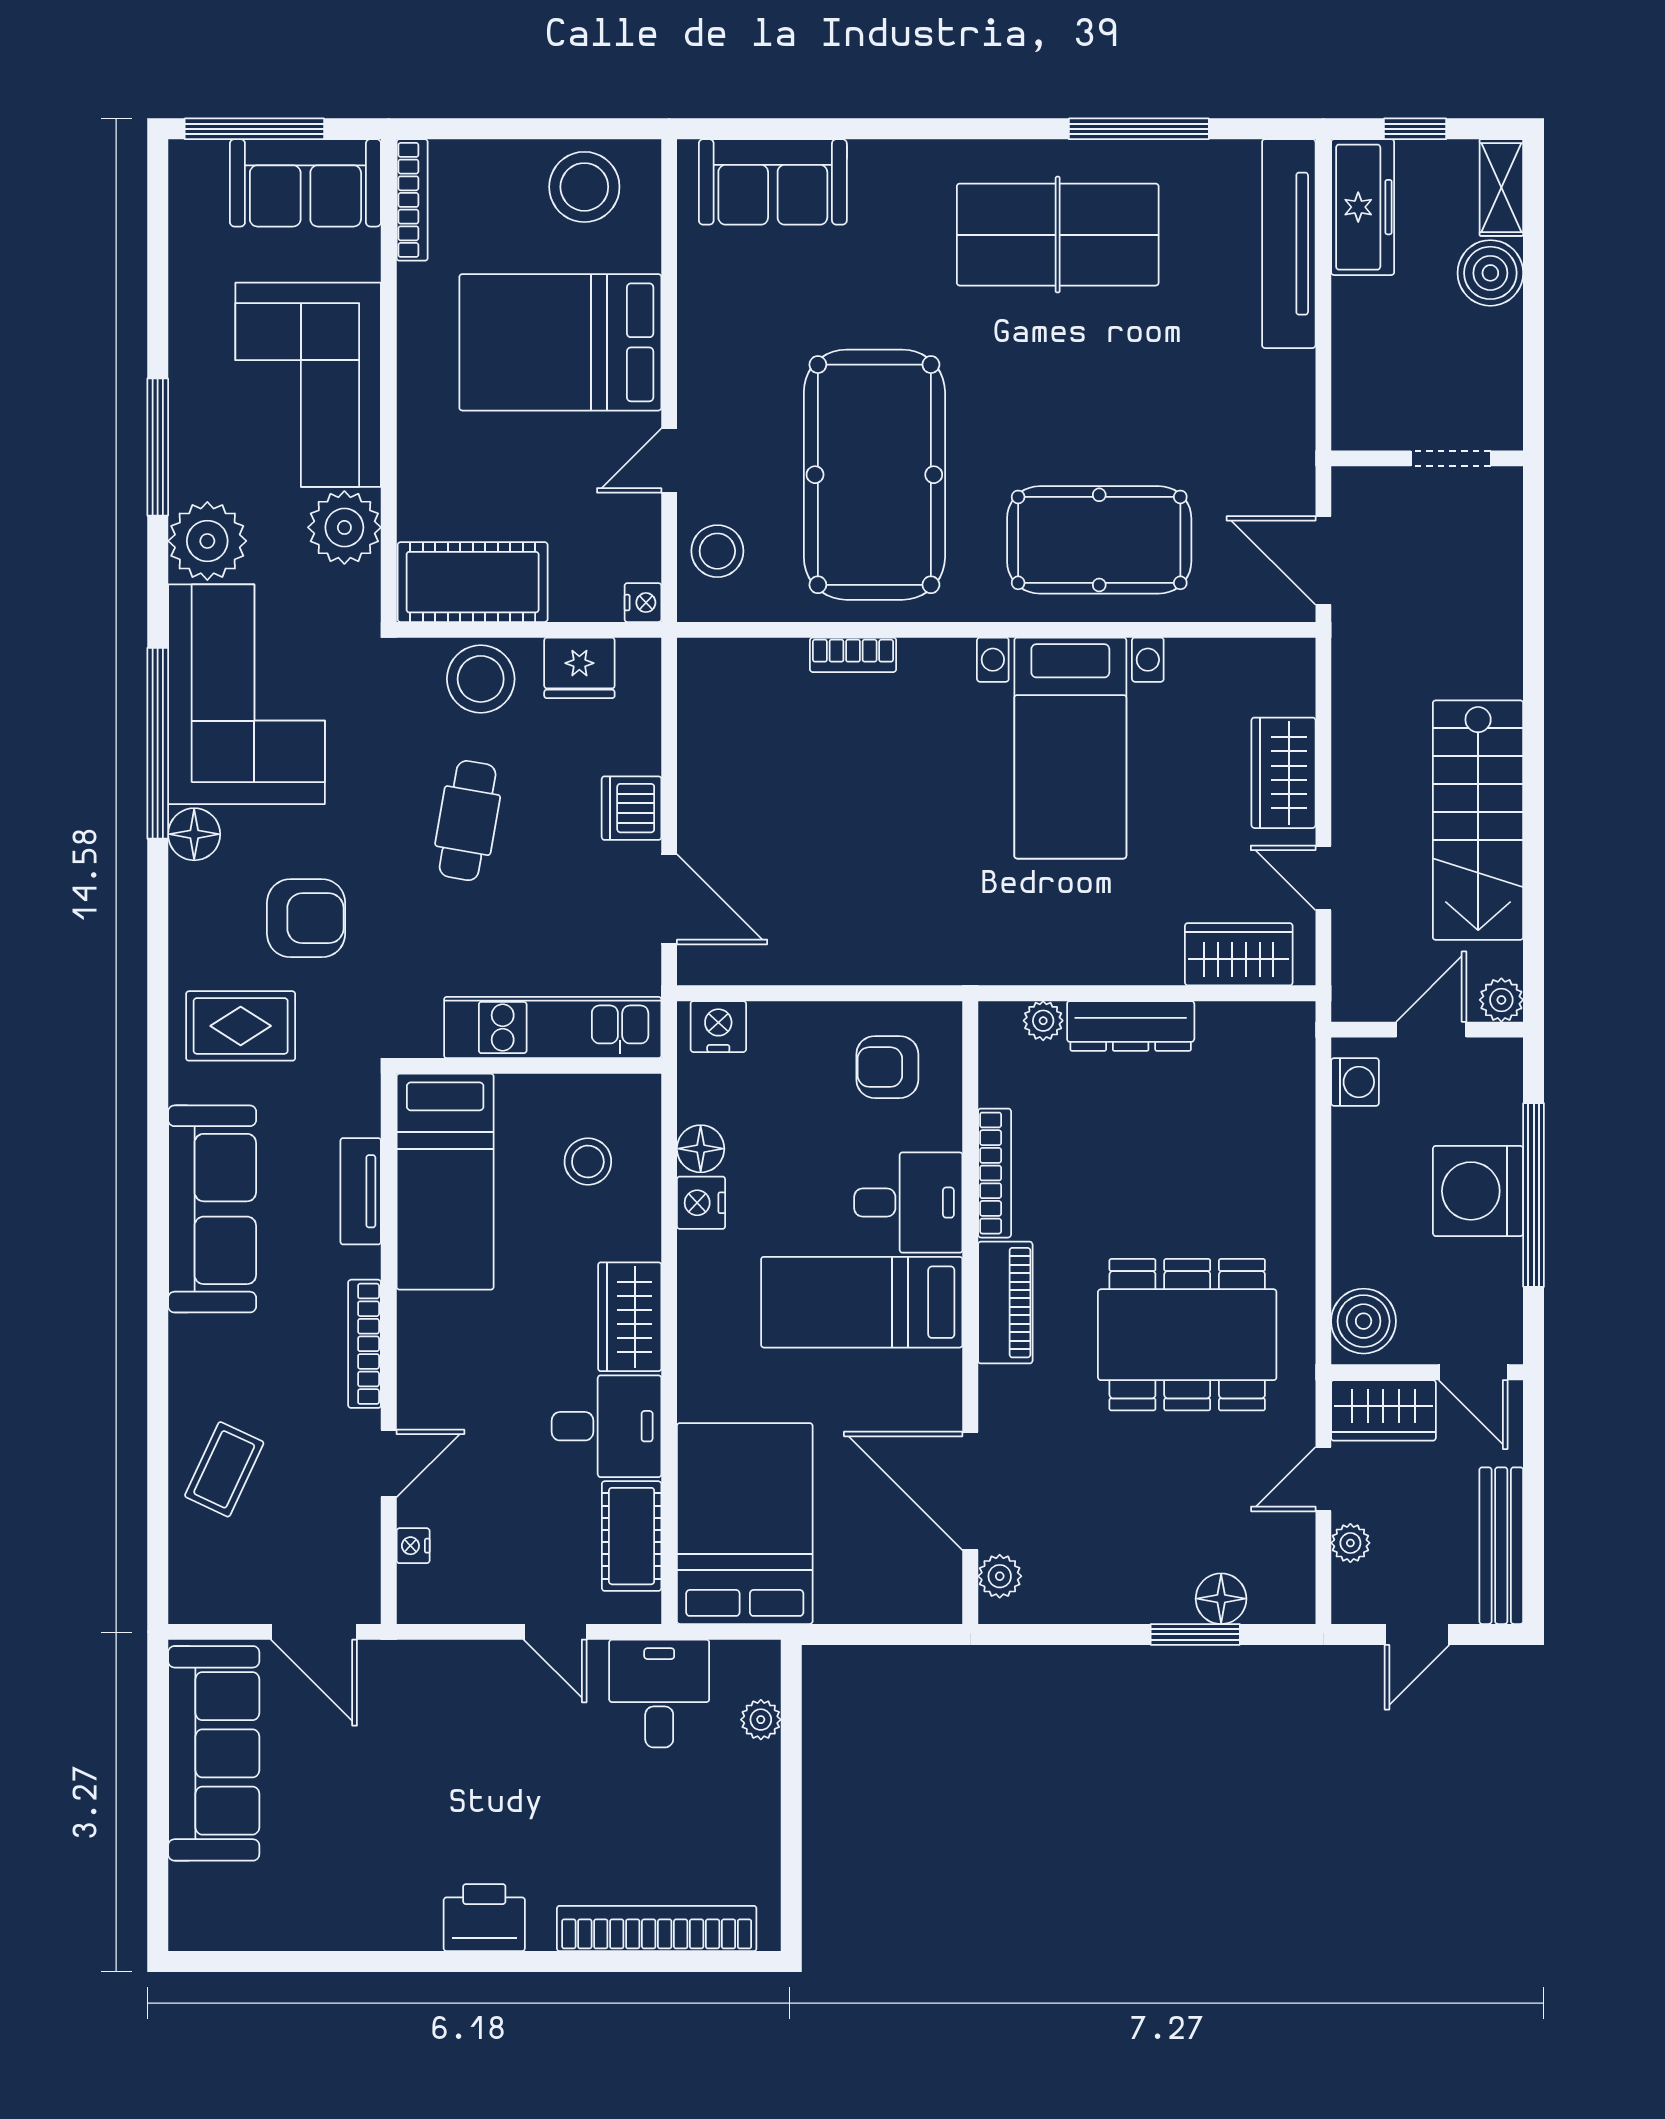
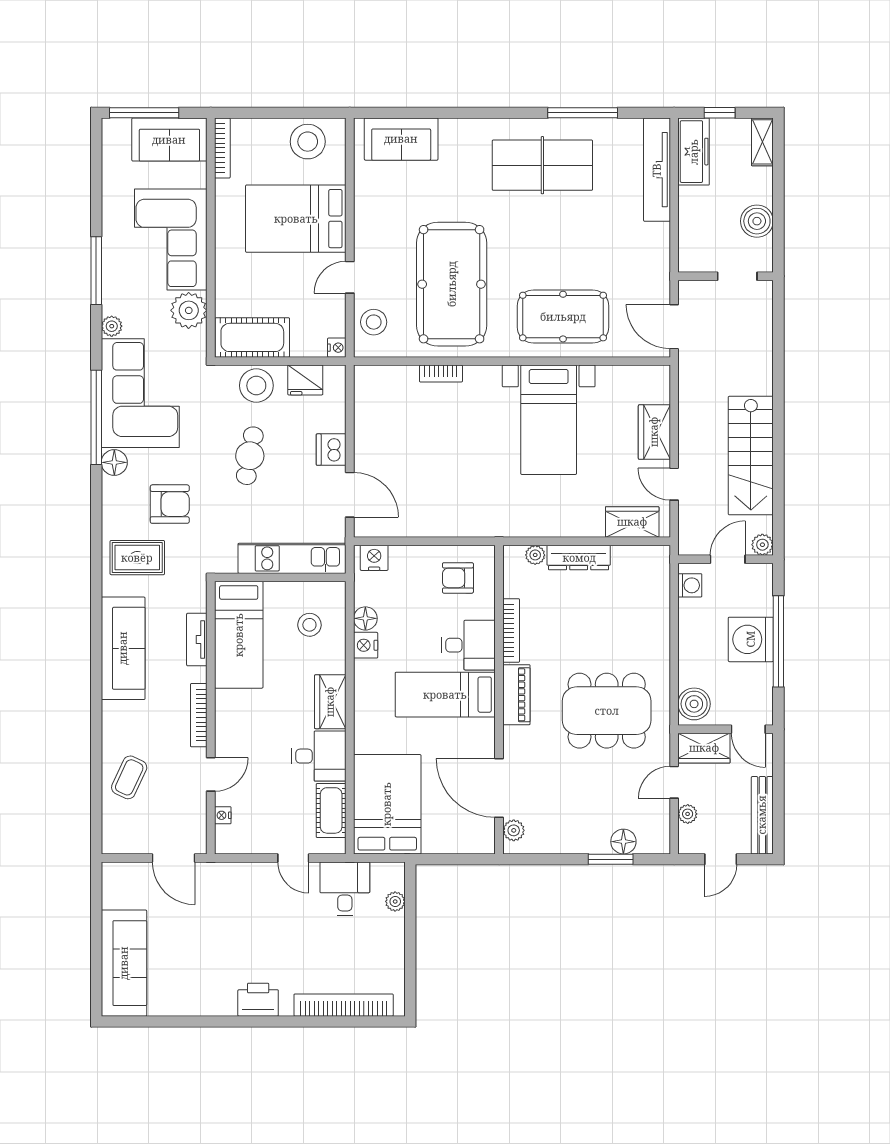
boiler: (1490, 273) -> (757, 221), moved
plant: (207, 541) -> (112, 326), width x0.53, depth x0.53
sofa: (214, 1753) -> (124, 963), moved

